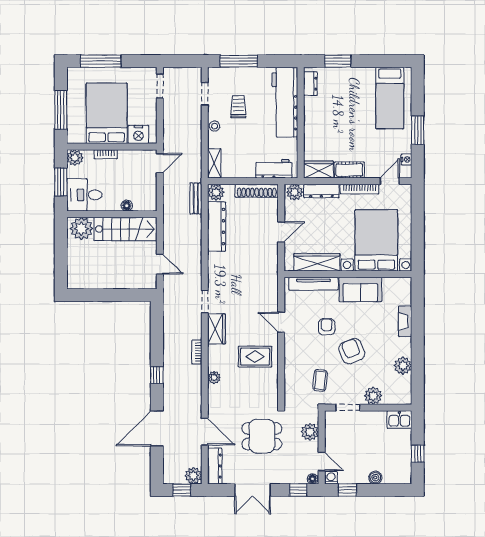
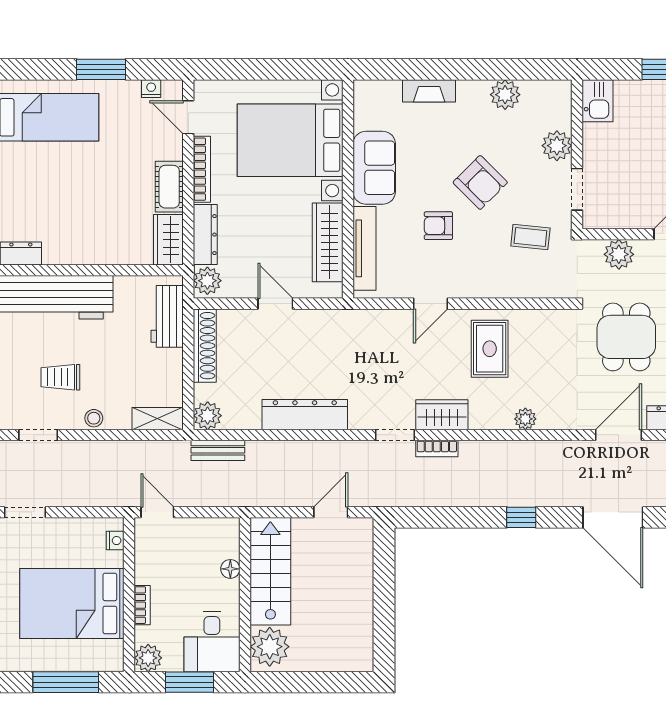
nightstand: (138, 134) -> (115, 541), width x0.53, depth x0.56
dresser: (217, 227) -> (305, 415), moved
armchair: (352, 351) -> (480, 182), turned -113
bookcase: (197, 352) -> (437, 448), moved

